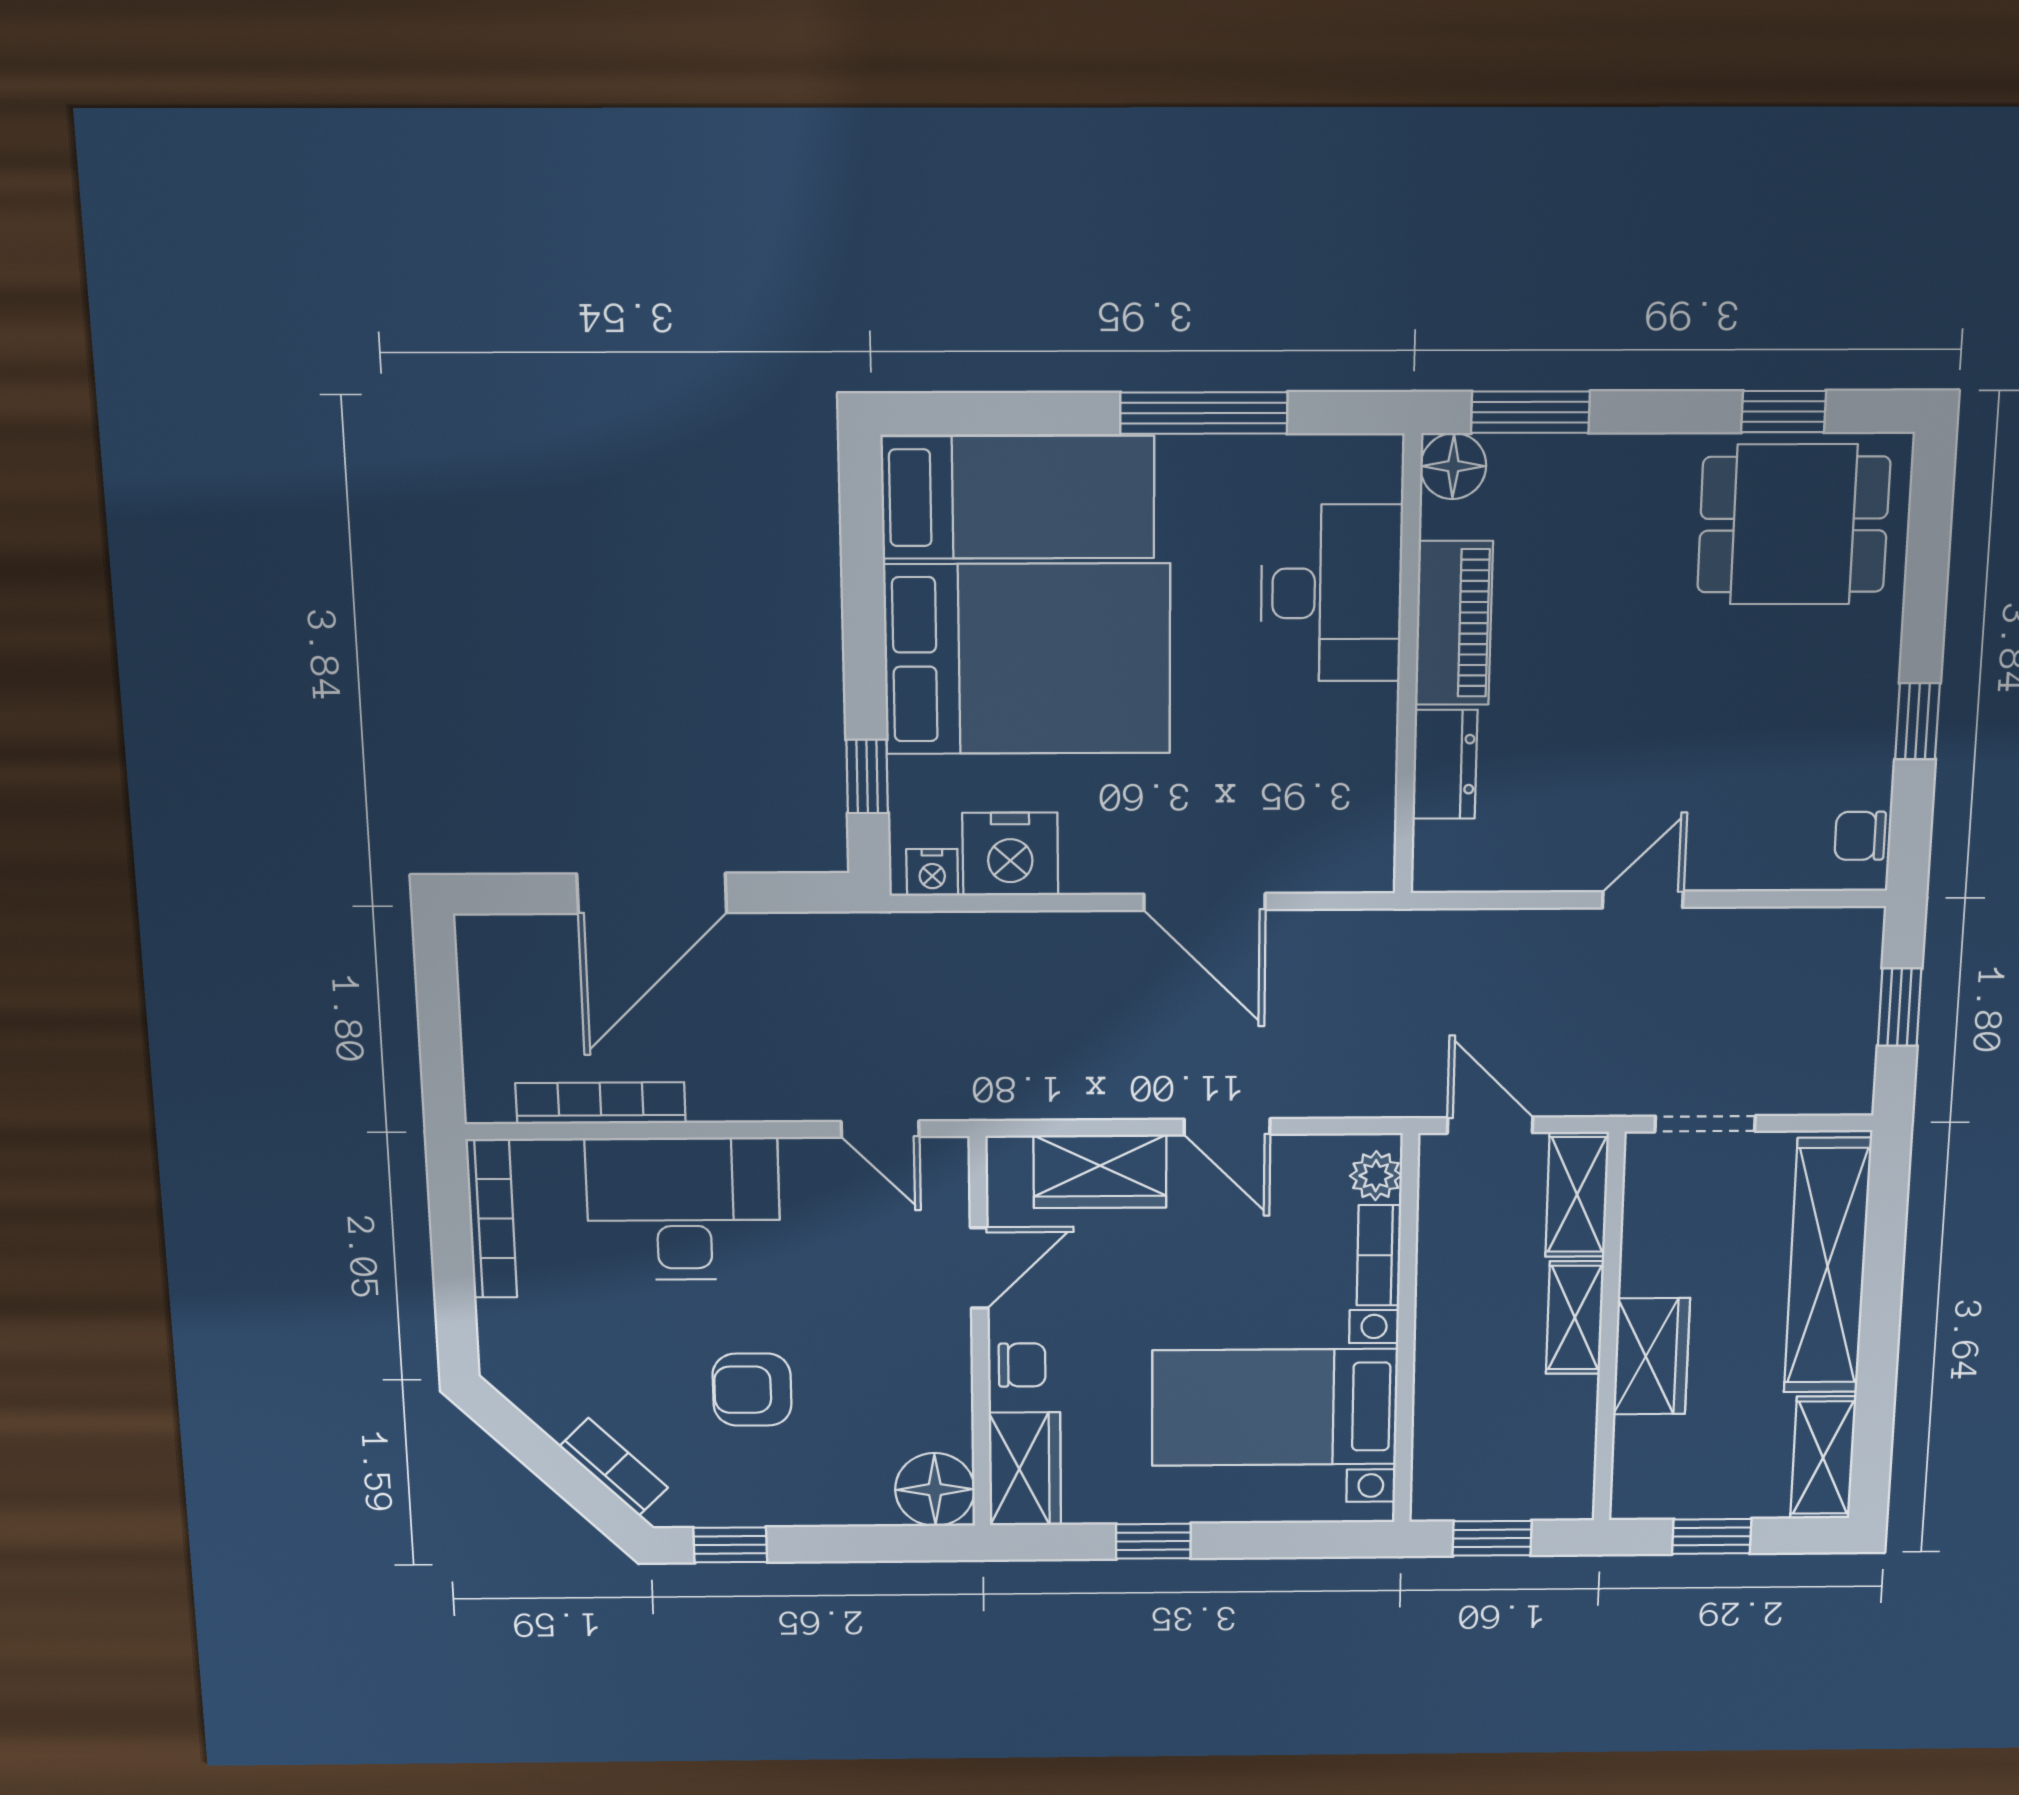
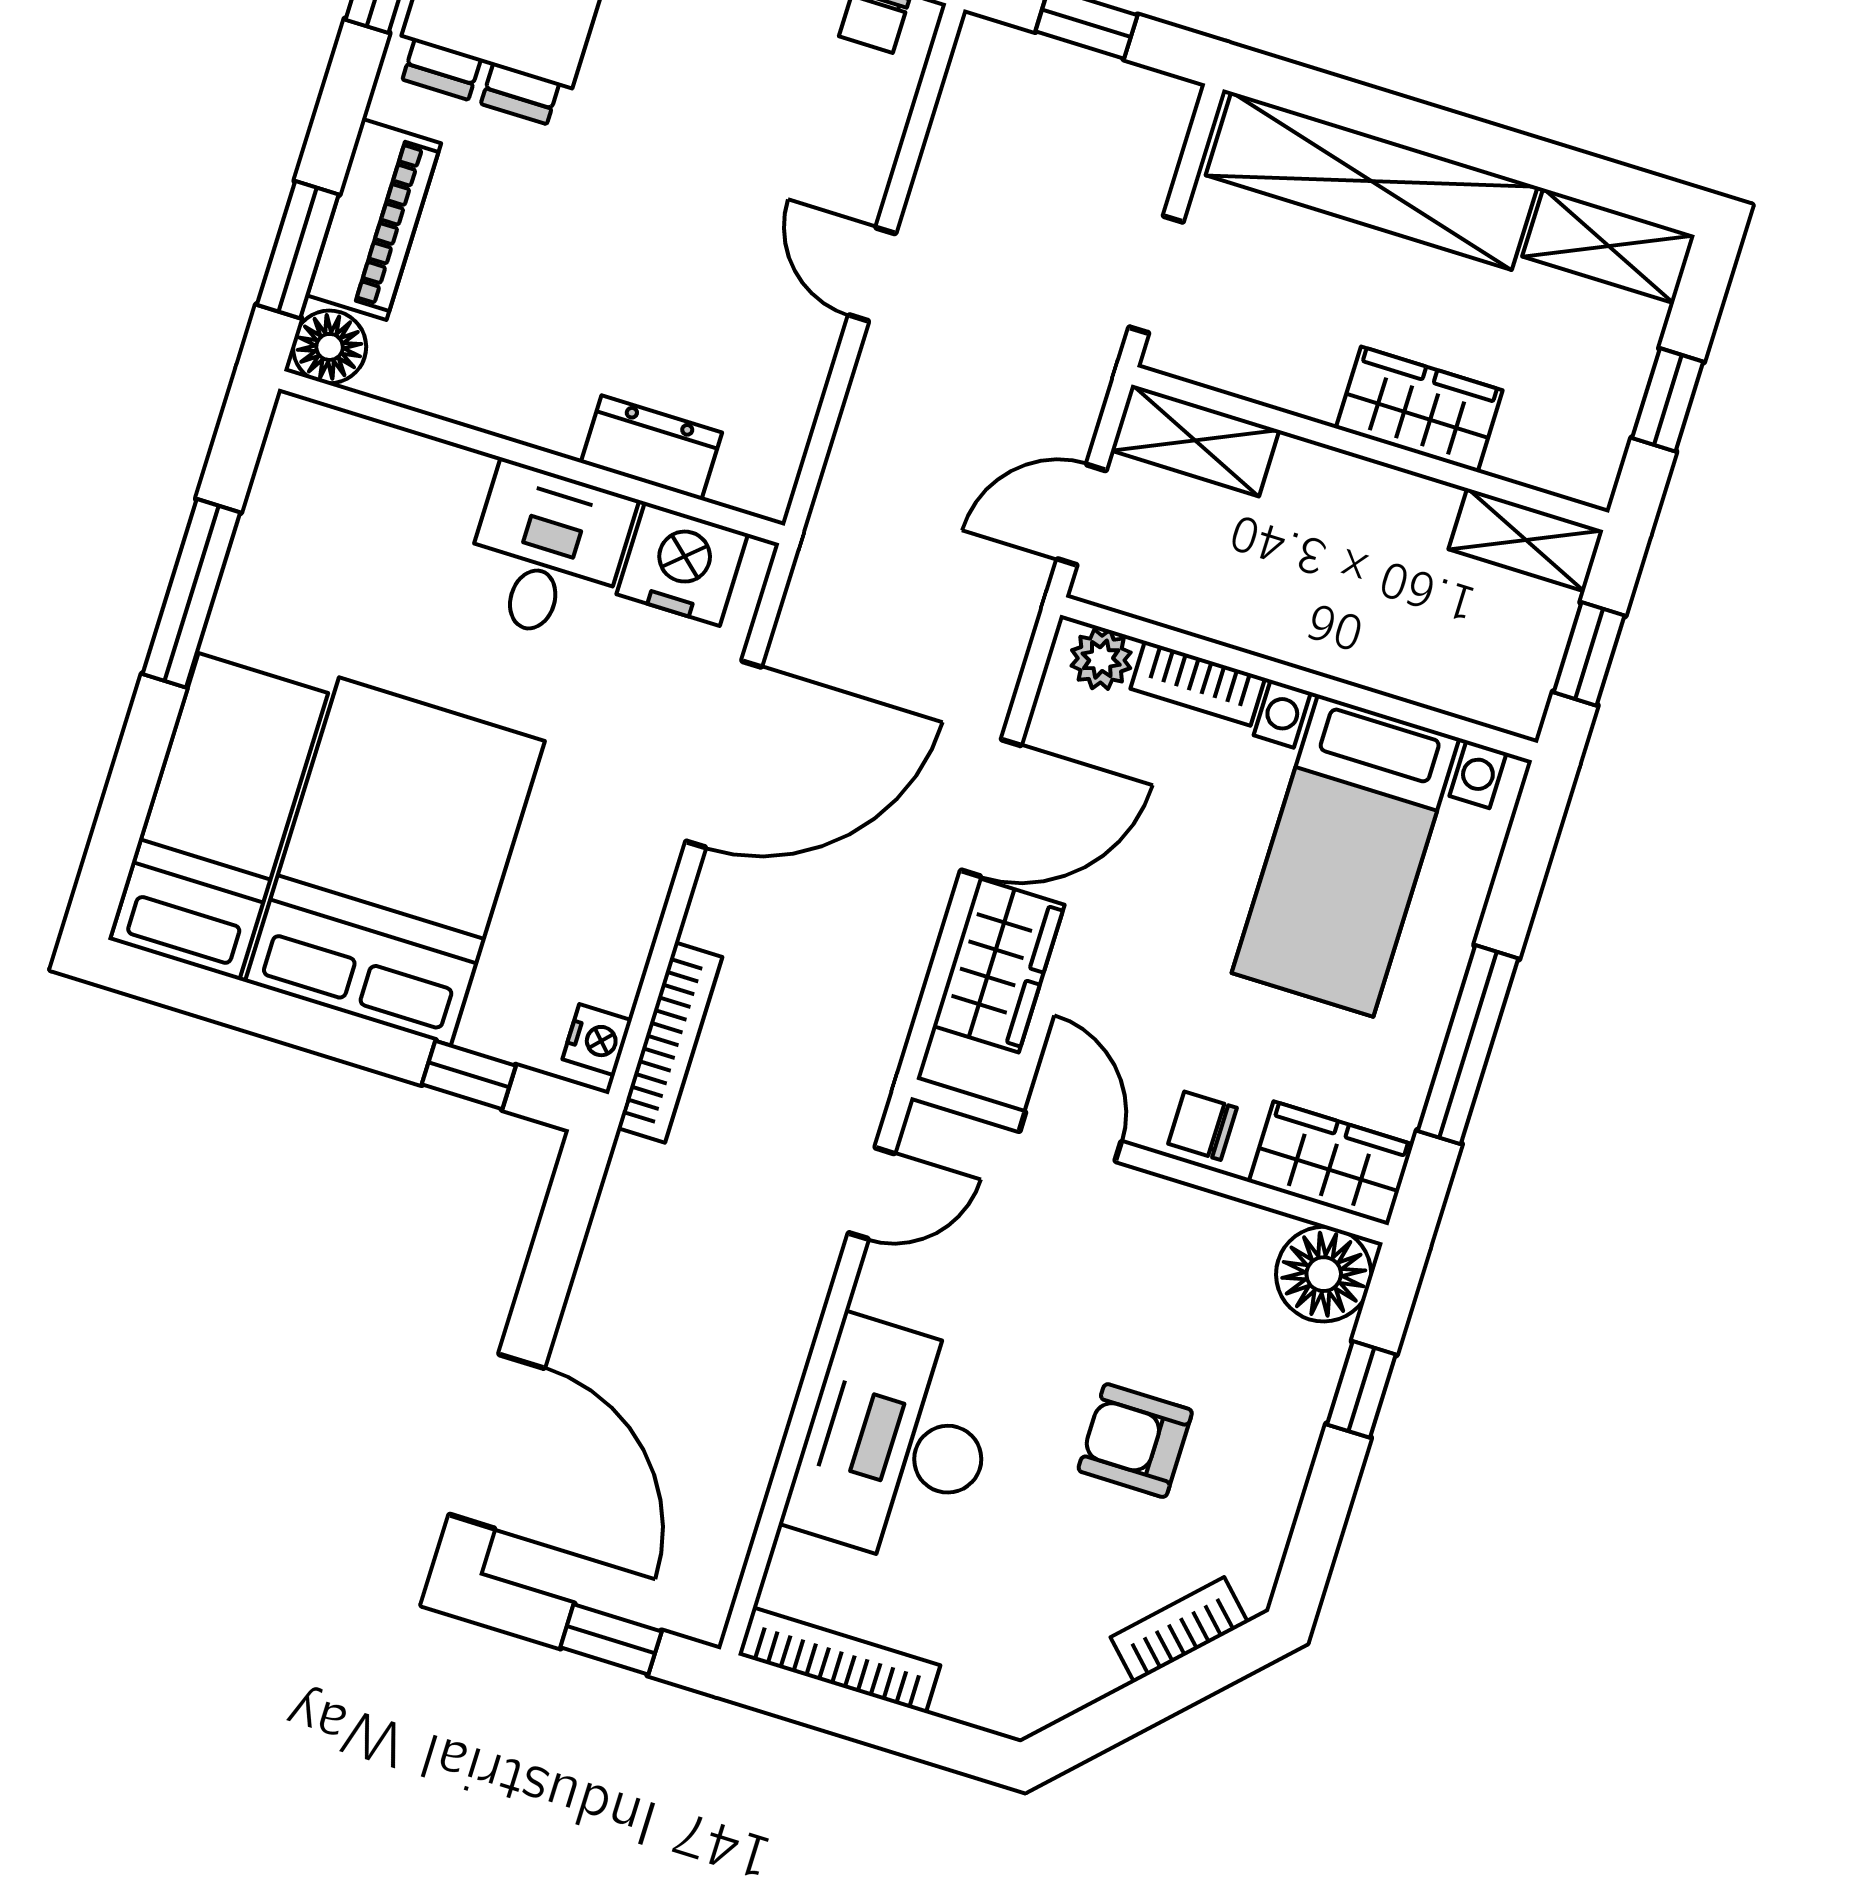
desk: (1331, 593) -> (547, 553), moved, width x0.73
piano: (1454, 623) -> (374, 219), moved, turned 90
nightstand: (1010, 854) -> (682, 564), moved, turned -90
door: (652, 893) -> (497, 1441), moved
door: (1205, 902) -> (724, 754), width x1.36
window: (440, 1035) -> (611, 1639), added
bookcase: (601, 1103) -> (670, 1043), moved, turned 180
door: (1227, 1127) -> (991, 808), width x1.38
shelving: (1575, 1318) -> (1526, 540), moved
chair: (1022, 1365) -> (1202, 1126), turned -90
armchair: (752, 1390) -> (1135, 1441), turned 90
window: (1153, 1541) -> (1468, 1045), width x2.17
window: (730, 1545) -> (1361, 1389), moved

